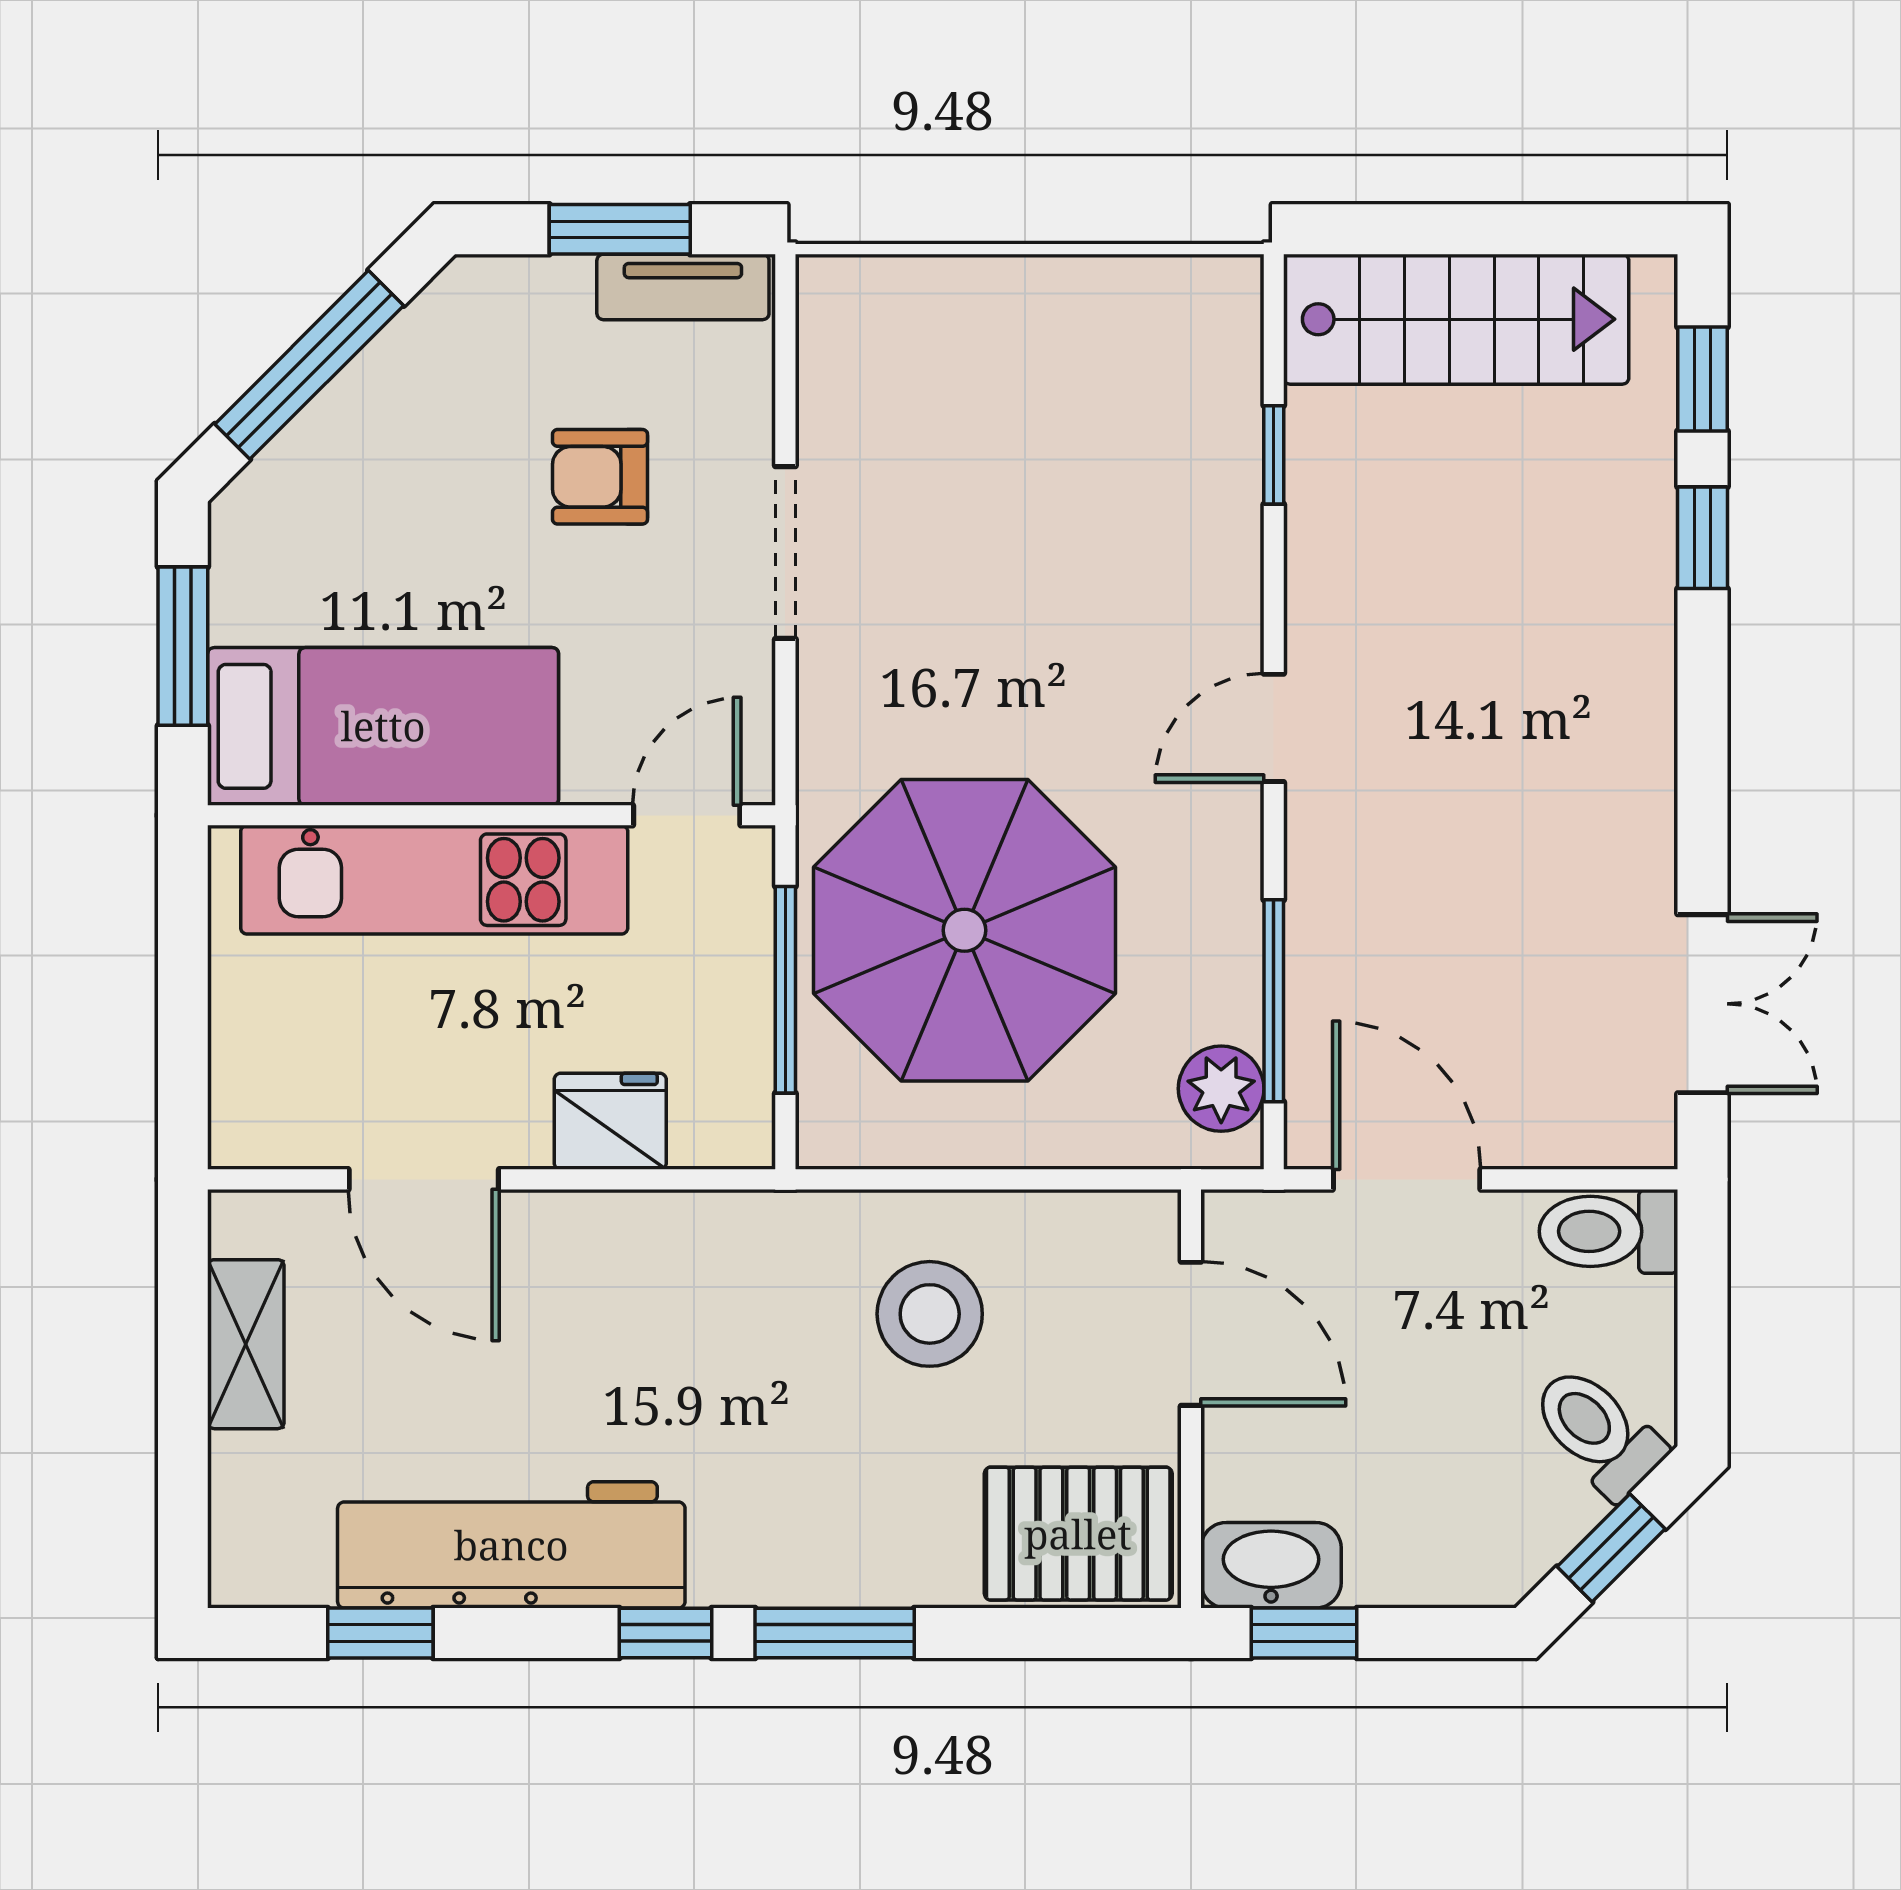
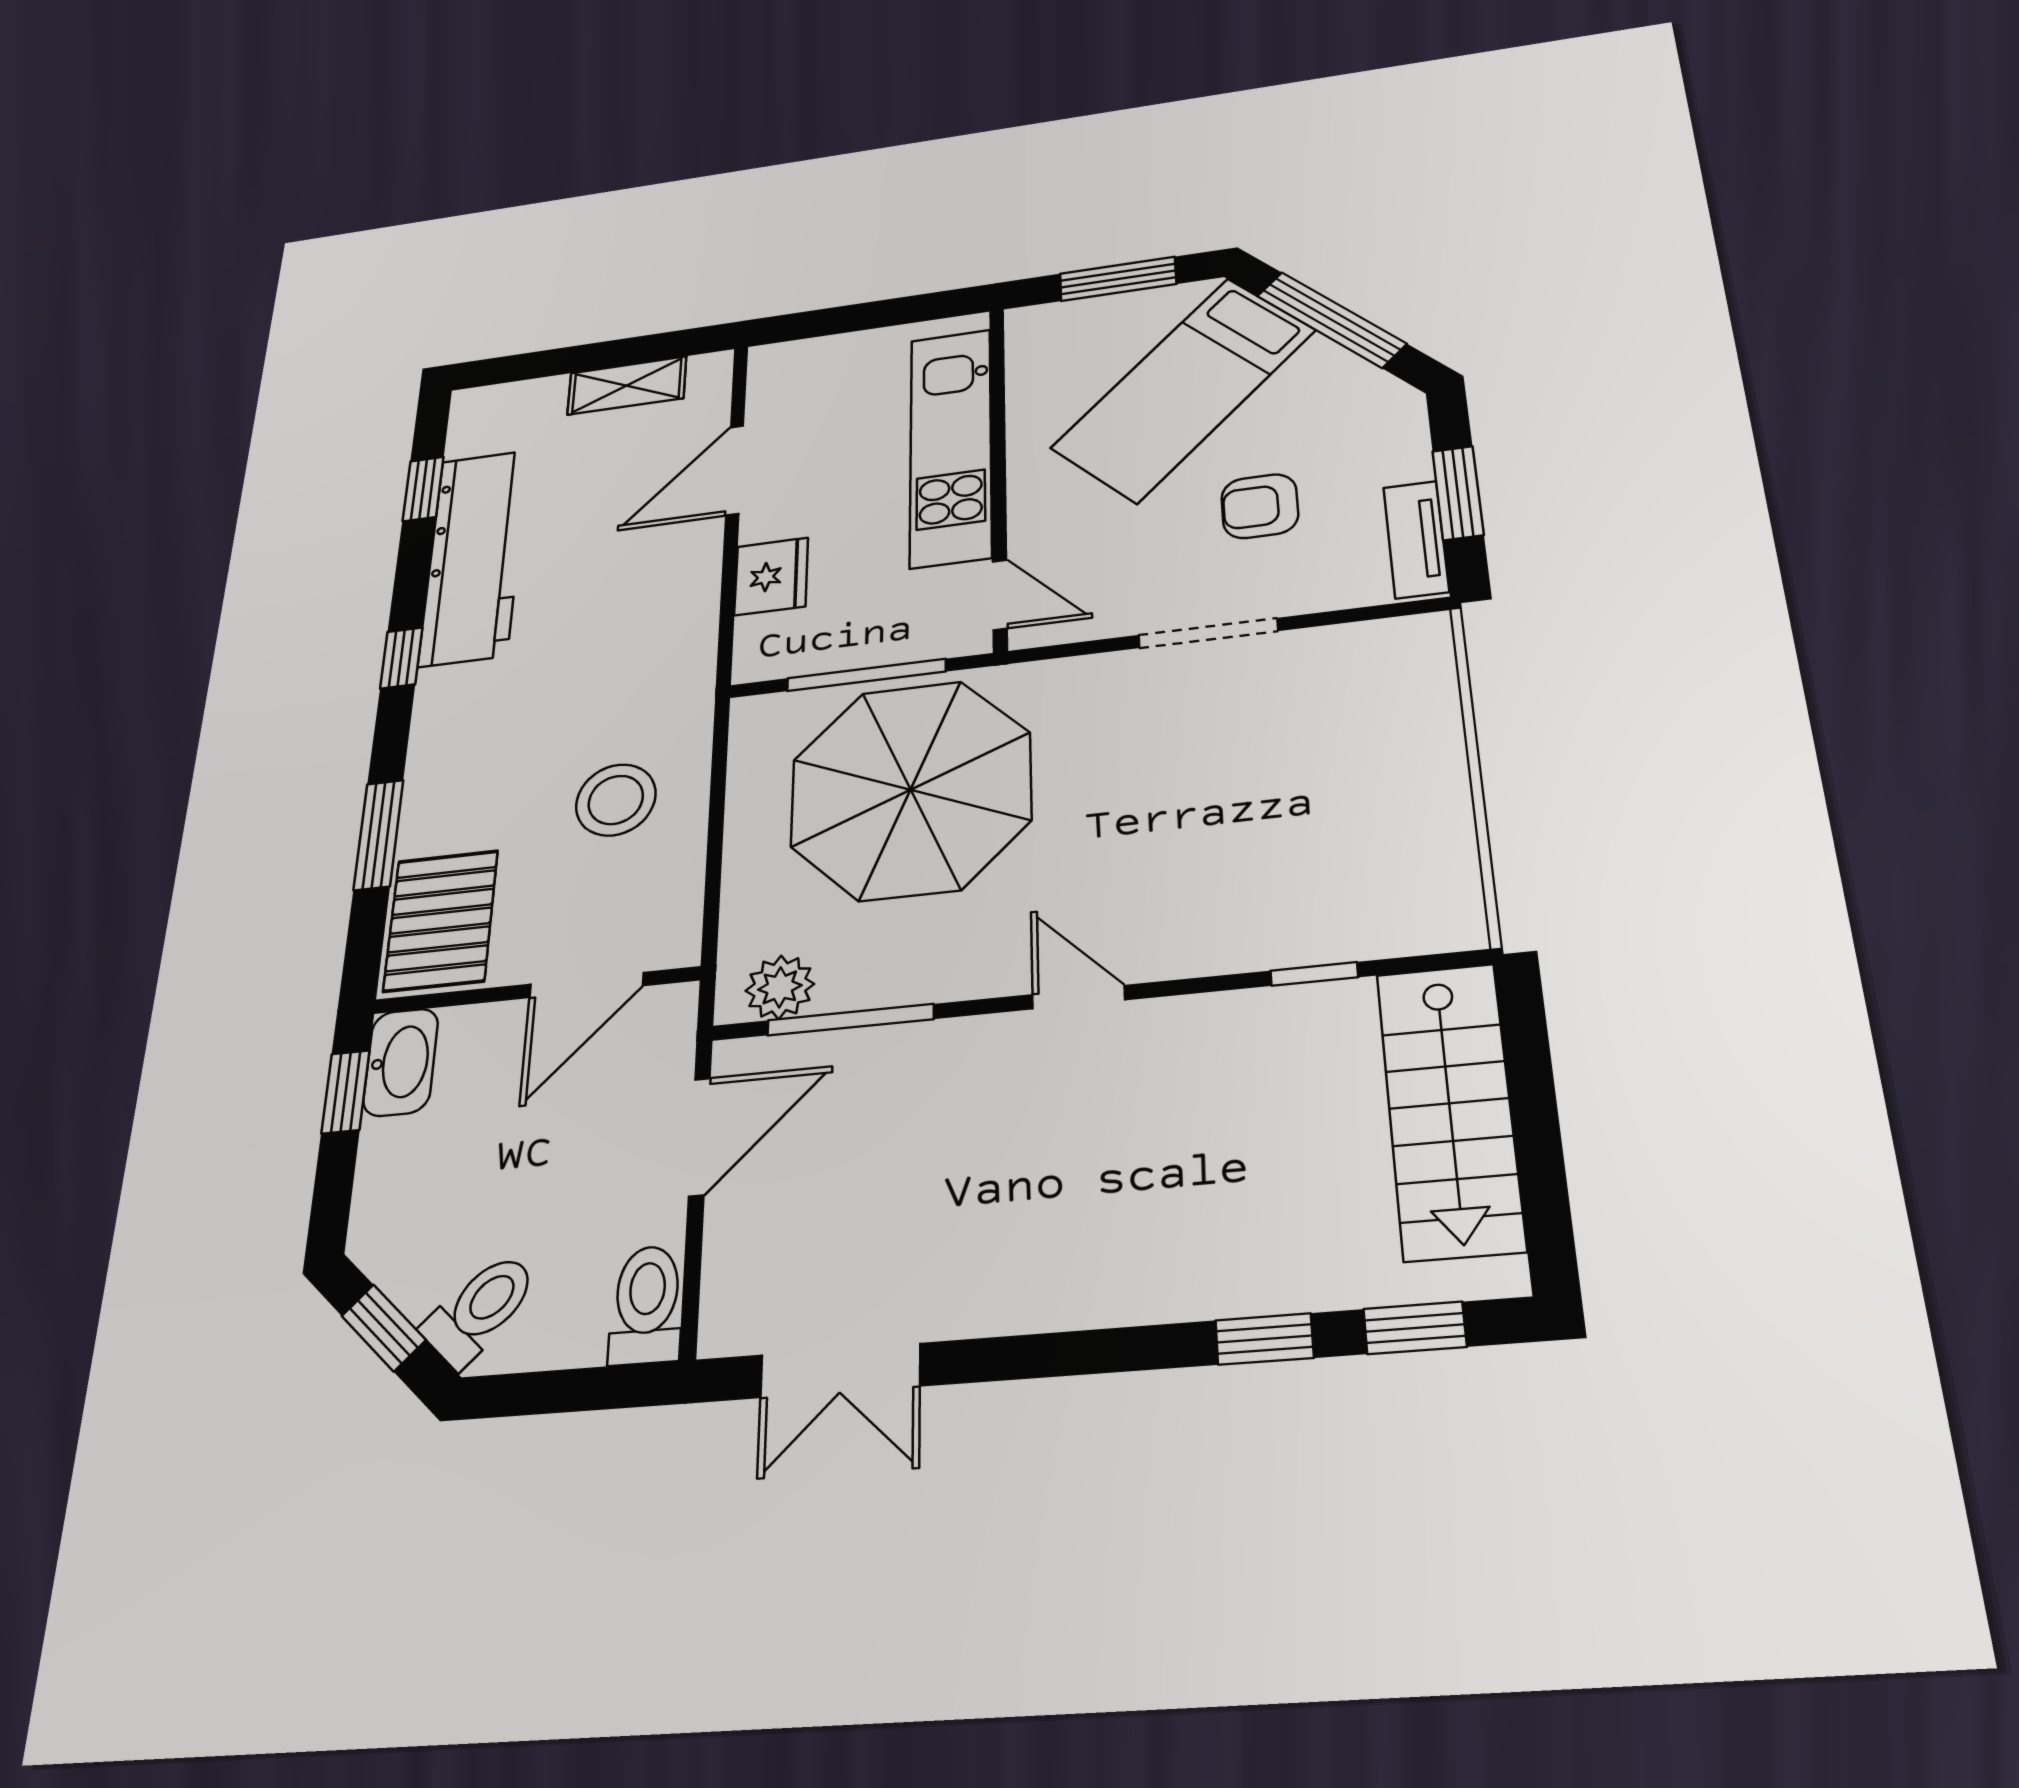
armchair: (600, 477) -> (1260, 506), turned -90
bed: (383, 726) -> (1183, 389), moved, turned 45
window: (835, 1633) -> (379, 835), moved

